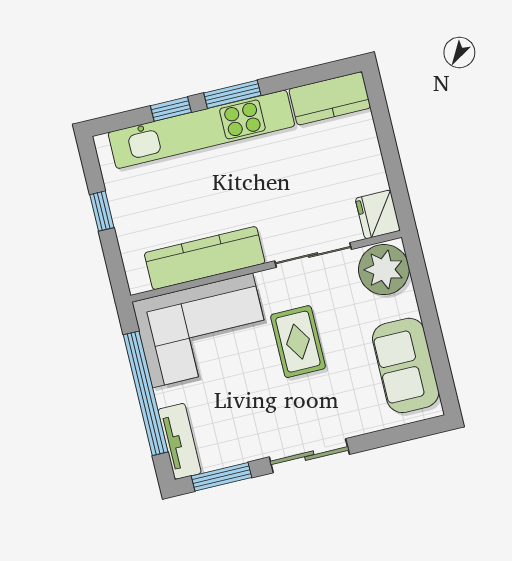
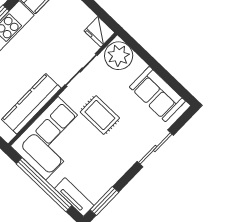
sliding door: (309, 456) -> (155, 148), moved

